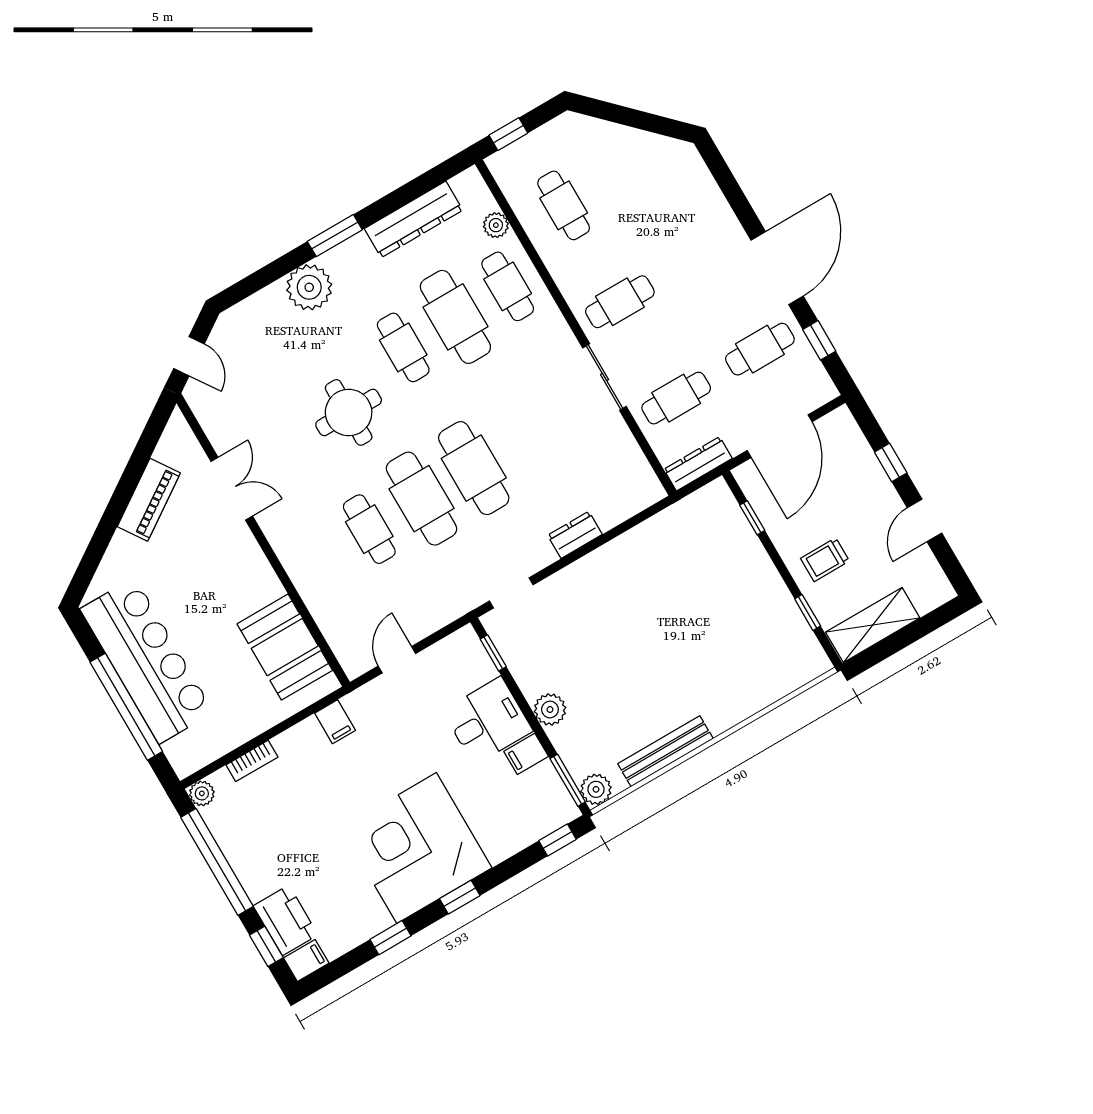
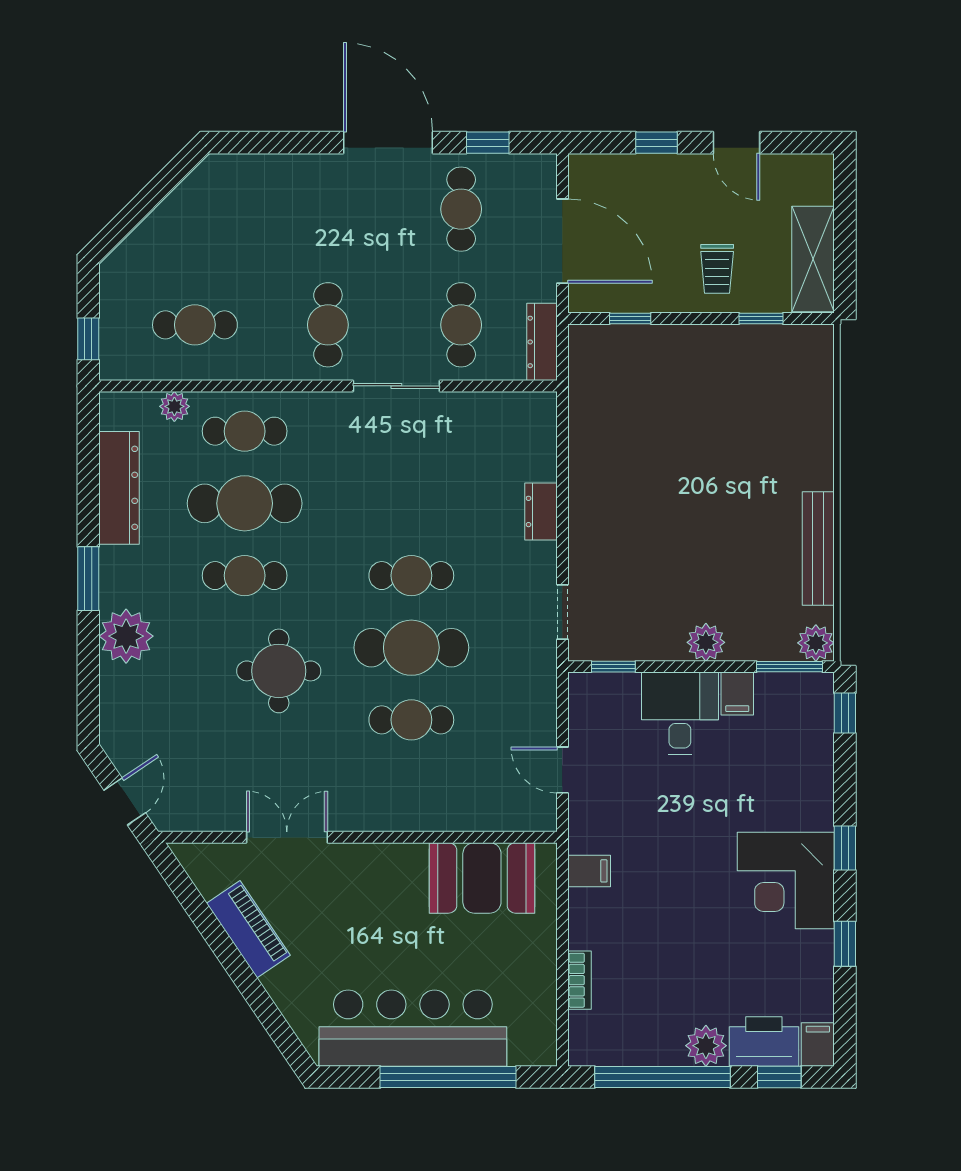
door: (189, 356) -> (125, 801), hinge flipped
cafe table: (474, 468) -> (411, 576), width x0.73, depth x0.74
plant: (202, 793) -> (706, 1046), moved, width x1.38, depth x1.38
corner desk: (417, 848) -> (786, 881), width x0.74, depth x0.74

